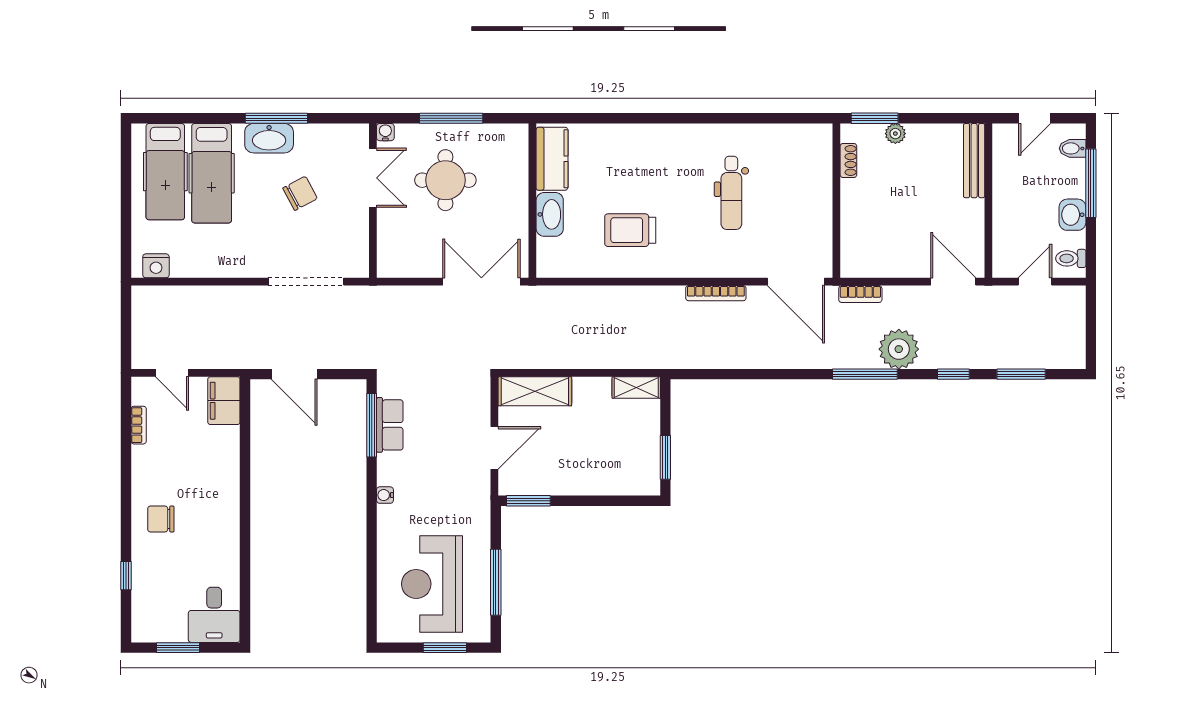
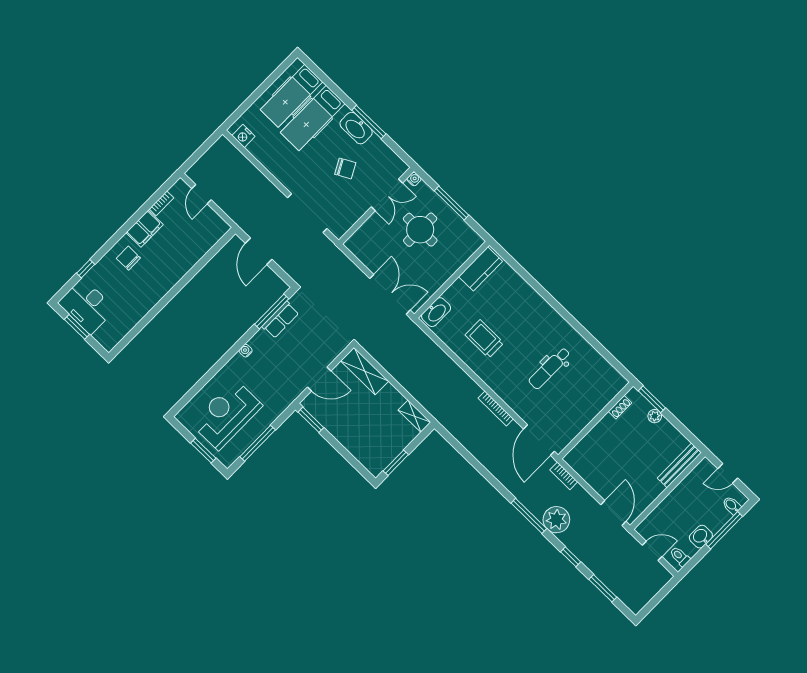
washbasin: (550, 214) -> (436, 312), moved
filing cabinet: (224, 401) -> (145, 229), moved, turned 180
desk: (214, 615) -> (87, 306), moved, width x1.37

